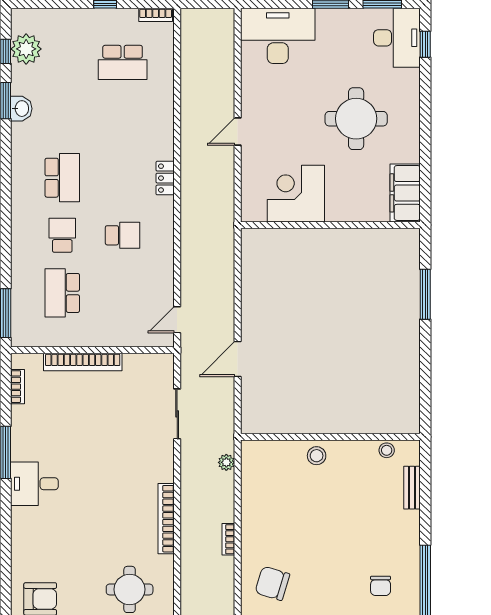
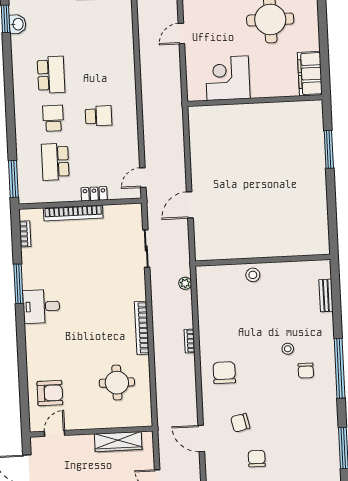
locker: (165, 178) -> (94, 194), moved, turned 90
stool: (387, 450) -> (288, 349), moved
chair: (272, 583) -> (224, 373), turned 73

